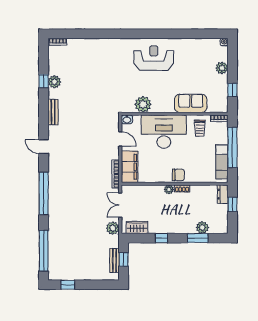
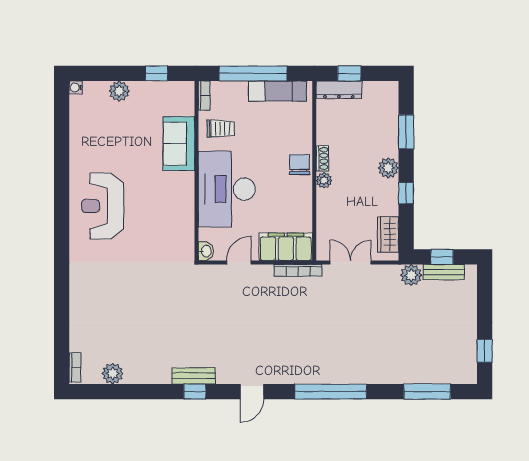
window: (44, 81) -> (195, 392), moved
plant: (54, 82) -> (113, 373), moved
plant: (143, 104) -> (181, 224), removed
dresser: (223, 194) -> (339, 90), width x1.44
double door: (120, 205) -> (350, 262), swing flipped
plant: (113, 228) -> (411, 275), moved
plant: (202, 228) -> (388, 168), moved
window: (44, 251) -> (427, 392), width x0.68

